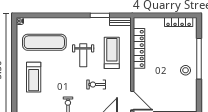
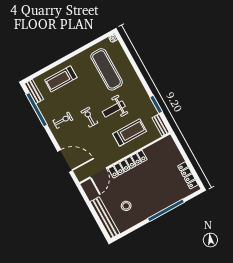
locker: (139, 48) -> (128, 164), moved
stool: (186, 70) -> (126, 206), moved
treadmill: (34, 77) -> (61, 79), moved
exercise bike: (96, 85) -> (89, 117), moved

